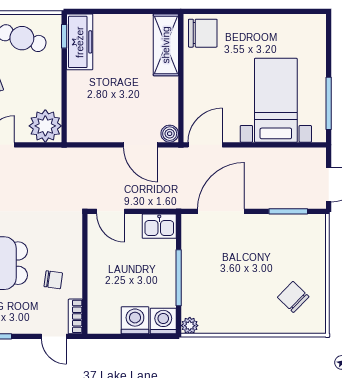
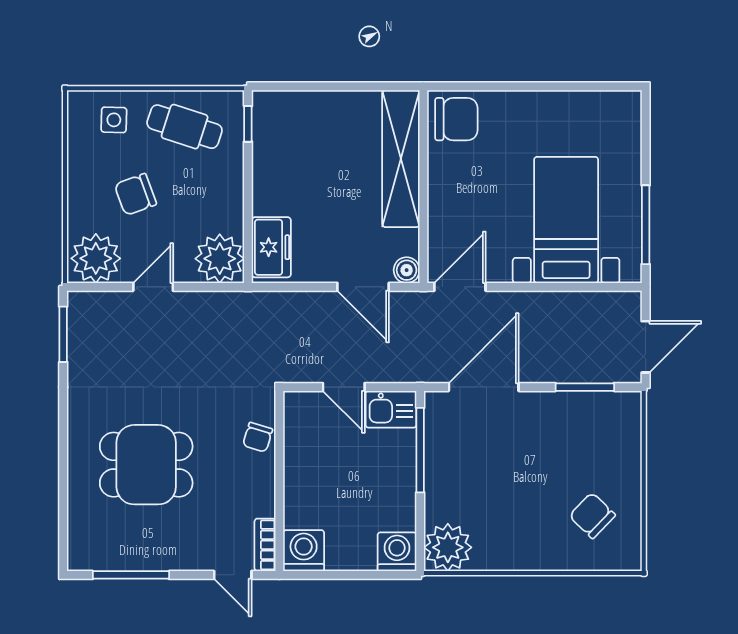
freezer: (80, 42) -> (271, 247), moved, width x0.71
shelving: (166, 45) -> (401, 159), width x1.47
door: (111, 211) -> (344, 387), moved
window: (179, 278) -> (420, 450), moved
chair: (53, 280) -> (258, 437), moved, turned 99
washing machine: (135, 320) -> (304, 551), moved
plant: (190, 326) -> (448, 547), width x1.88, depth x1.88

